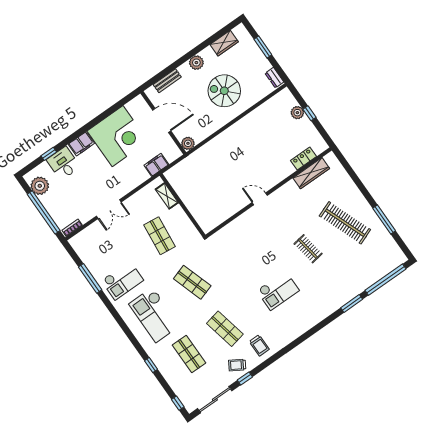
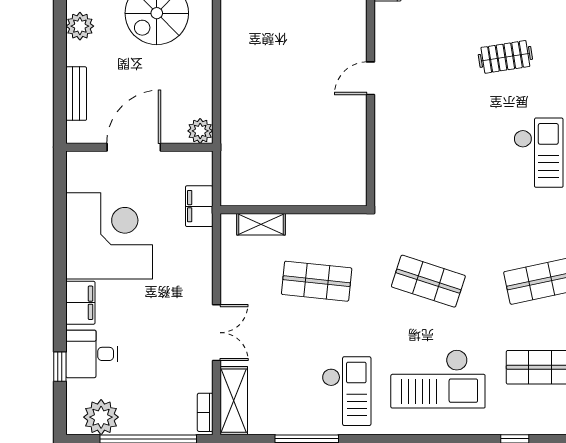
shelving: (85, 236) -> (234, 401), added
shop shelf: (192, 282) -> (428, 281), turned 36

